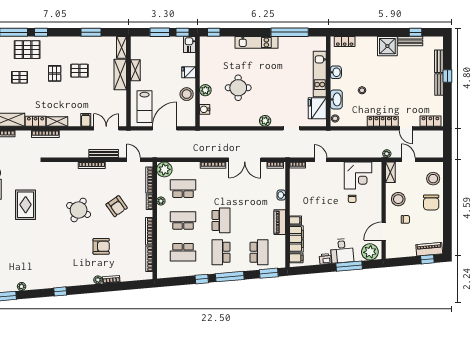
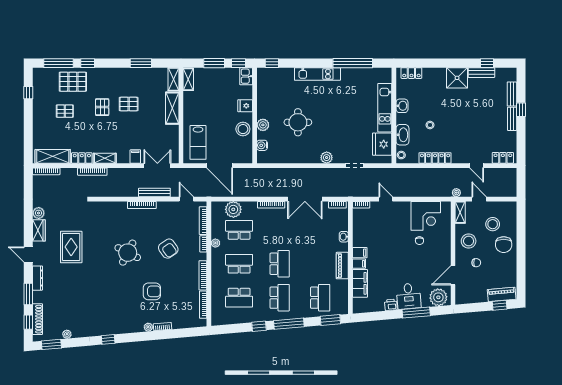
shelving: (135, 70) -> (188, 79), moved
locker: (383, 121) -> (435, 158), moved
door: (165, 128) -> (220, 166), swing flipped
plant: (164, 169) -> (233, 209), moved
stool: (433, 179) -> (493, 224), moved
school desk: (221, 252) -> (280, 298), turned 180
filing cabinet: (296, 258) -> (360, 253), moved

